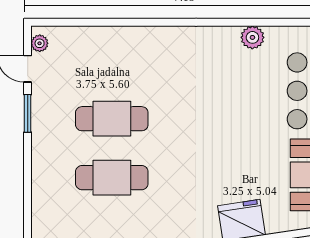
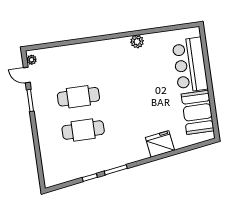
plant: (252, 37) -> (137, 42), moved

